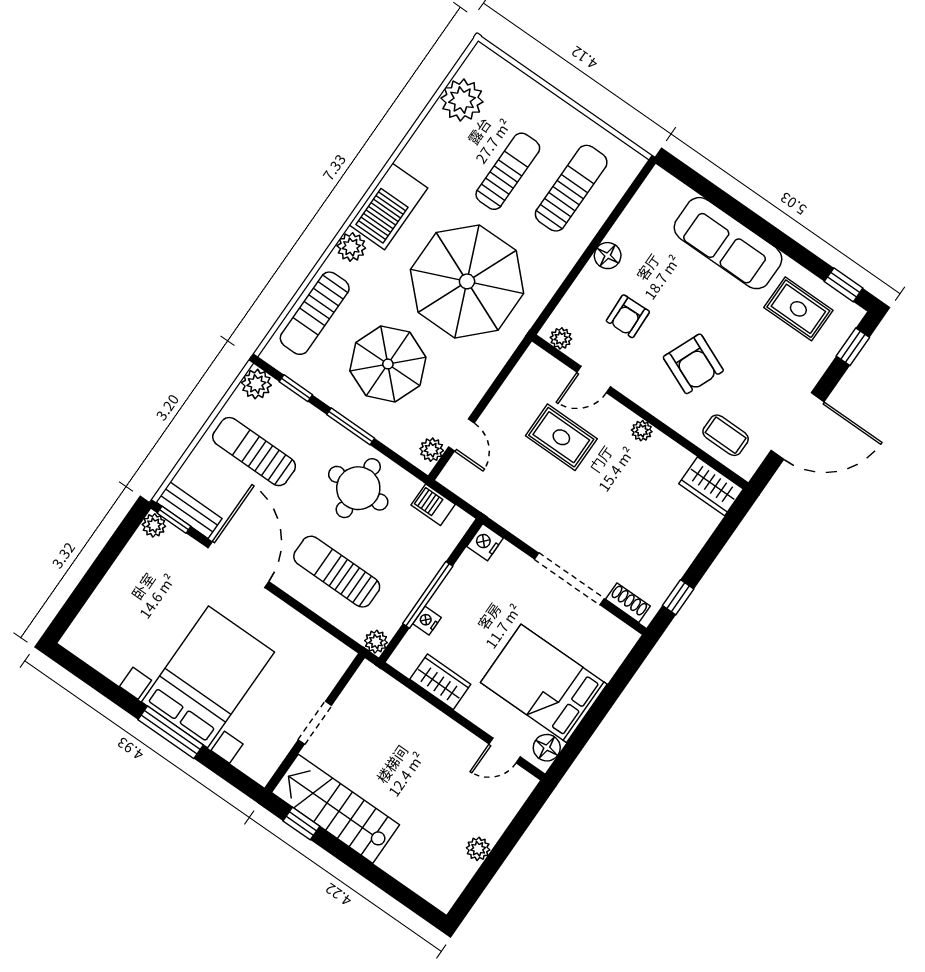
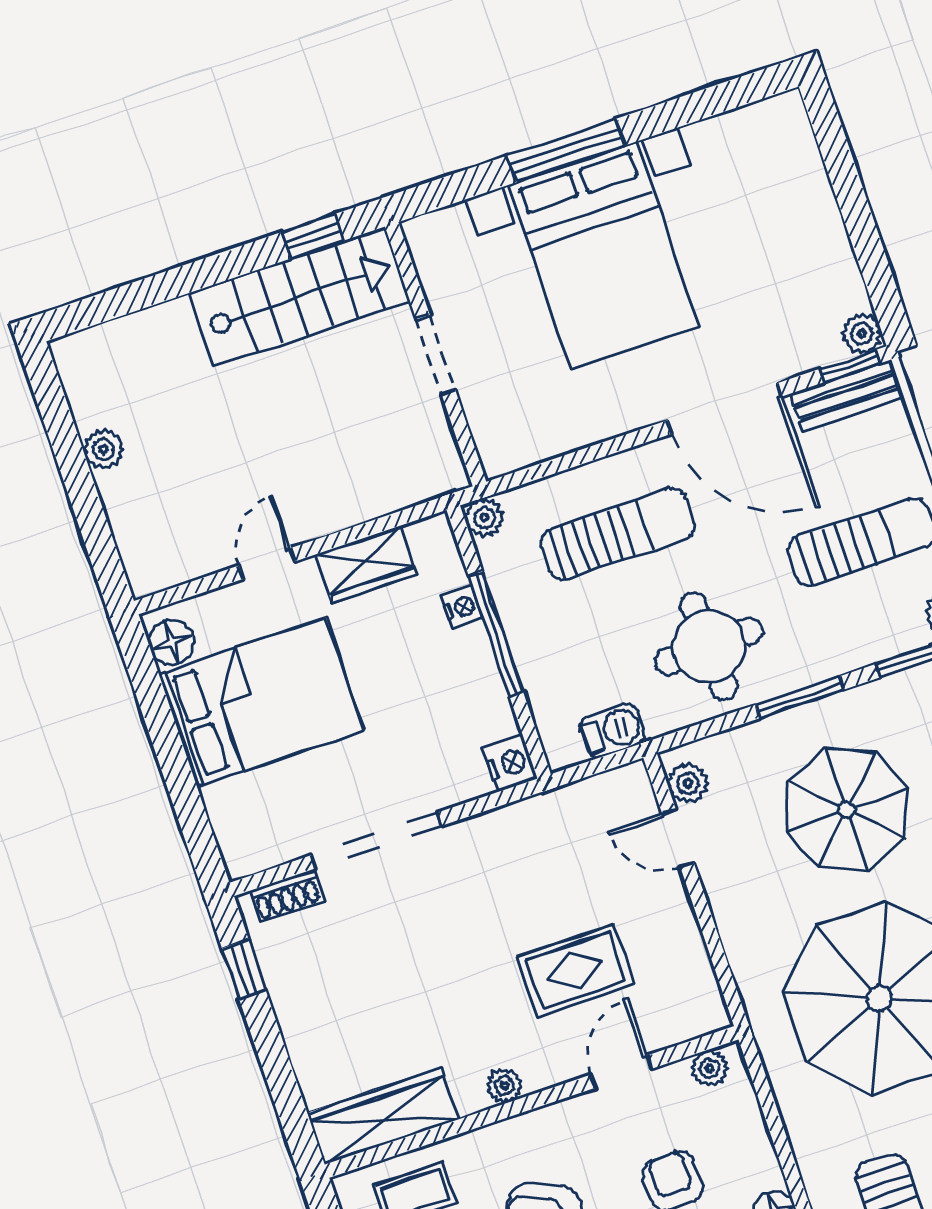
wardrobe: (711, 486) -> (383, 1116), width x1.50
door: (505, 750) -> (267, 563), moved

